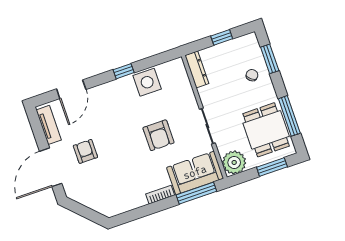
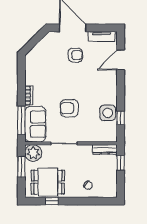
window: (222, 37) -> (121, 163), moved
window: (270, 59) -> (95, 201), removed
window: (124, 71) -> (121, 118), moved
door: (71, 89) -> (121, 60), hinge flipped
window: (289, 116) -> (52, 201), width x0.46
window: (272, 167) -> (21, 167), moved

